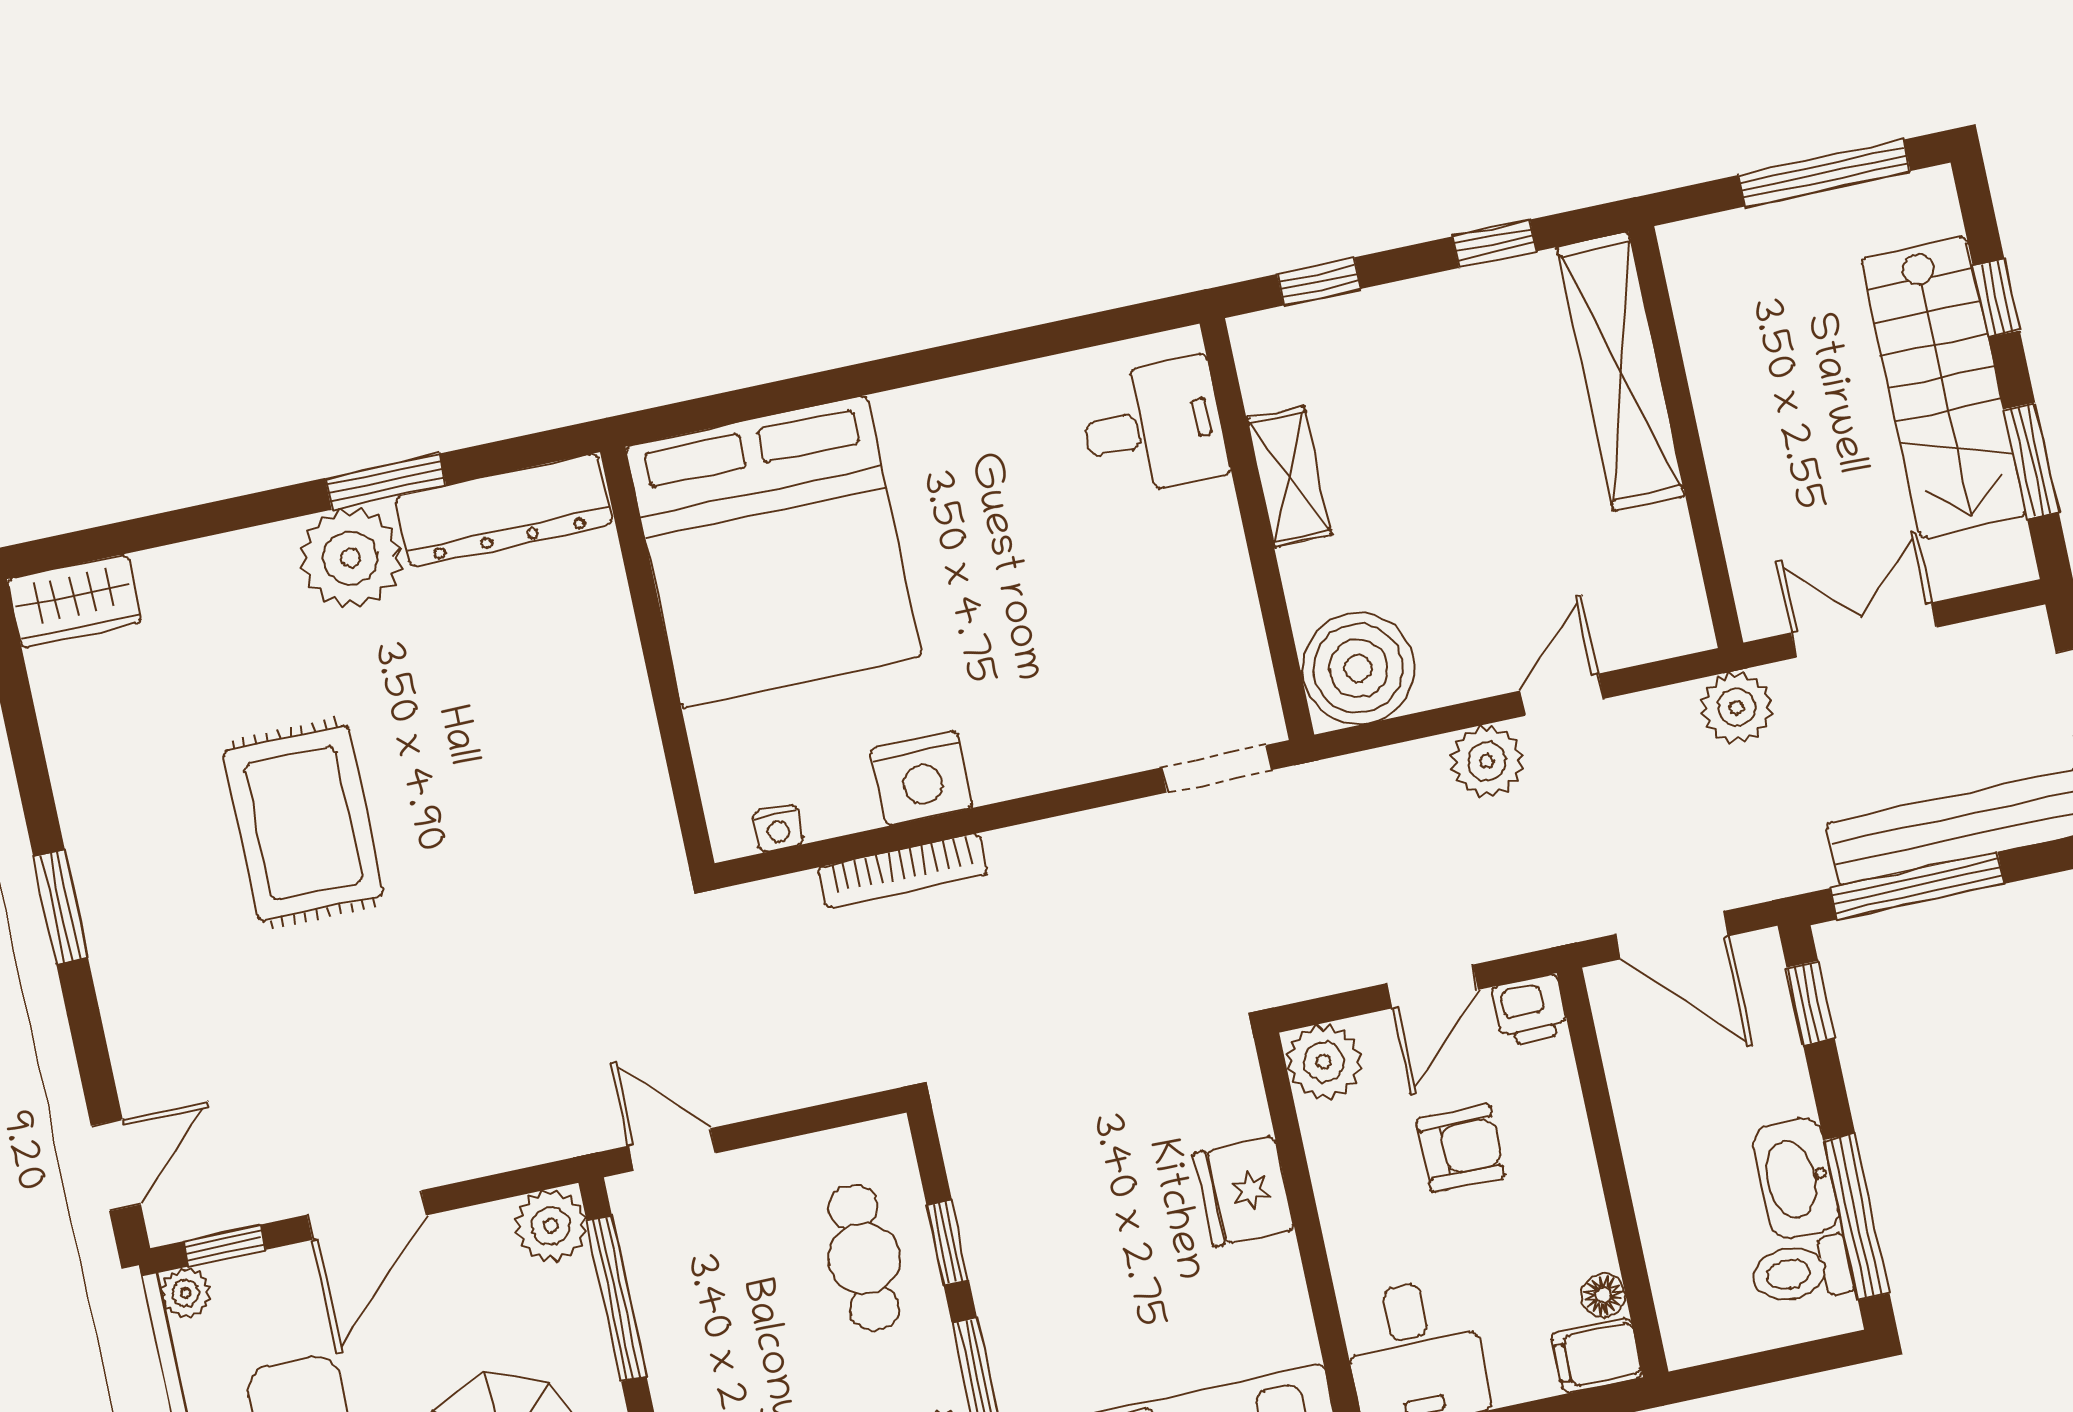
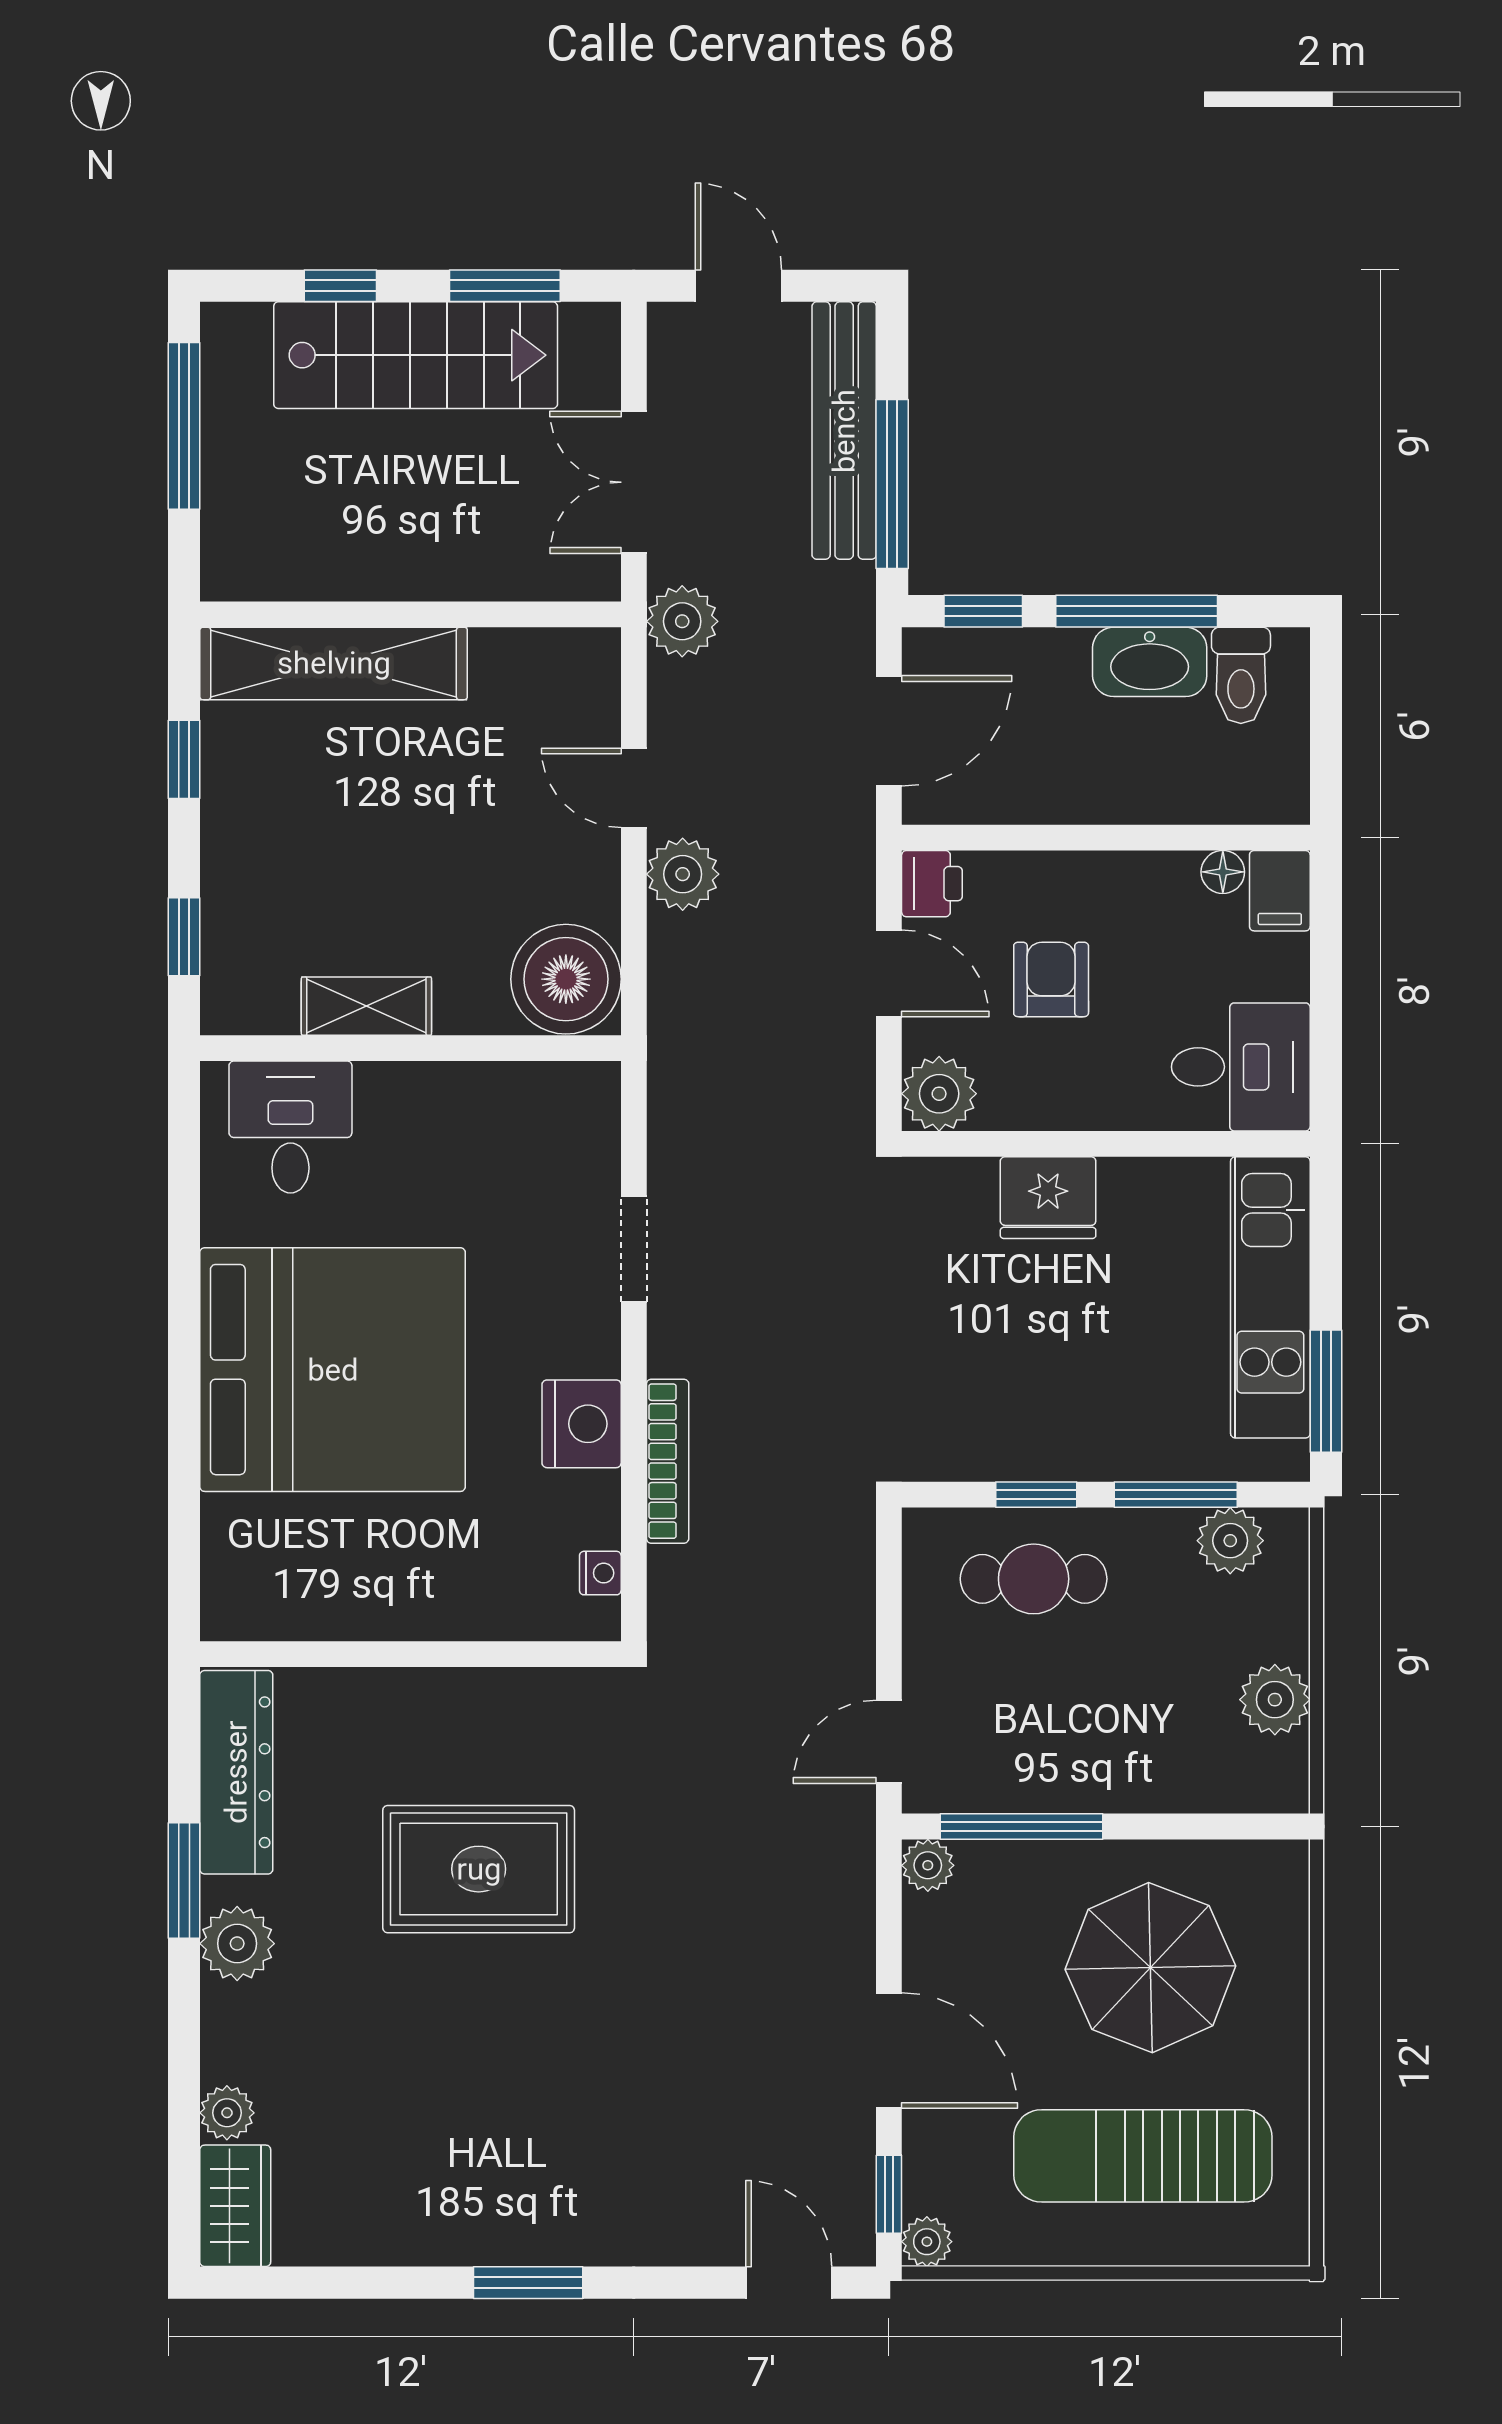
bed: (774, 552) -> (333, 1370), moved
plant: (351, 558) -> (237, 1944), width x0.73, depth x0.73
plant: (165, 573) -> (227, 2113), added
doorway: (1216, 769) -> (634, 1249), moved
rug: (303, 823) -> (479, 1869), moved
window: (1856, 1217) -> (1137, 611), moved
plant: (551, 1226) -> (928, 1865), width x0.73, depth x0.73

